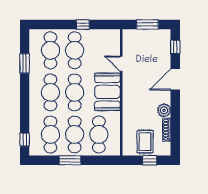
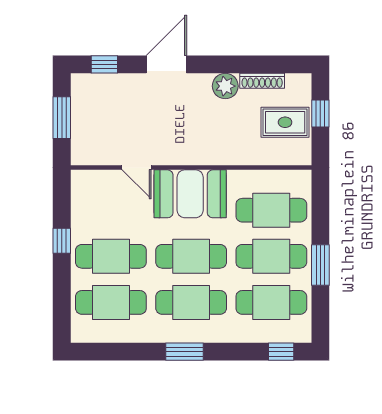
window: (25, 63) -> (184, 352), moved
door: (121, 64) -> (137, 168), hinge flipped
door: (175, 79) -> (166, 64), swing flipped

